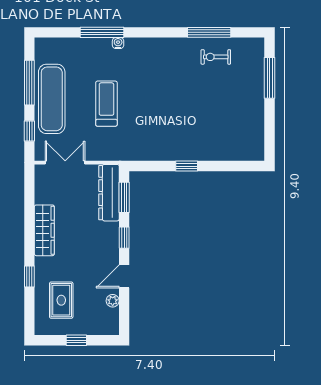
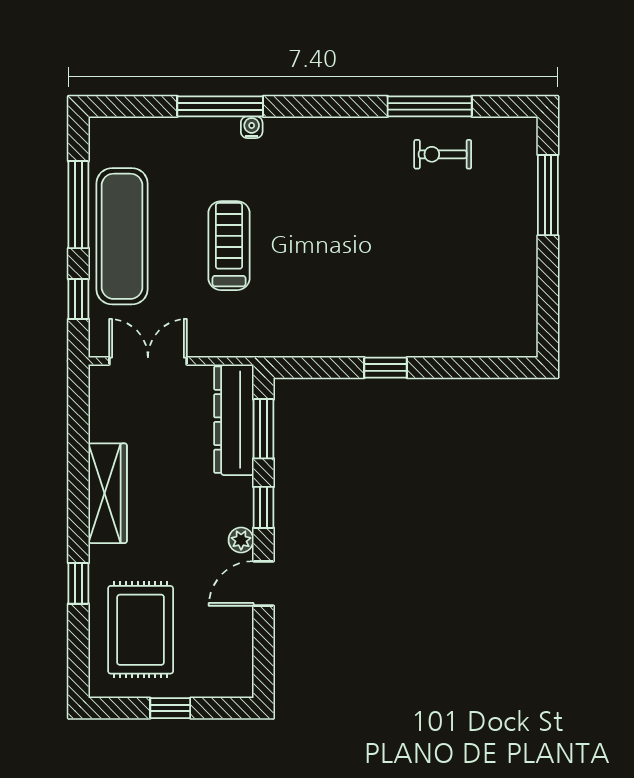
rug: (61, 300) -> (141, 630), width x1.36, depth x1.43
plant: (113, 301) -> (241, 540), moved

